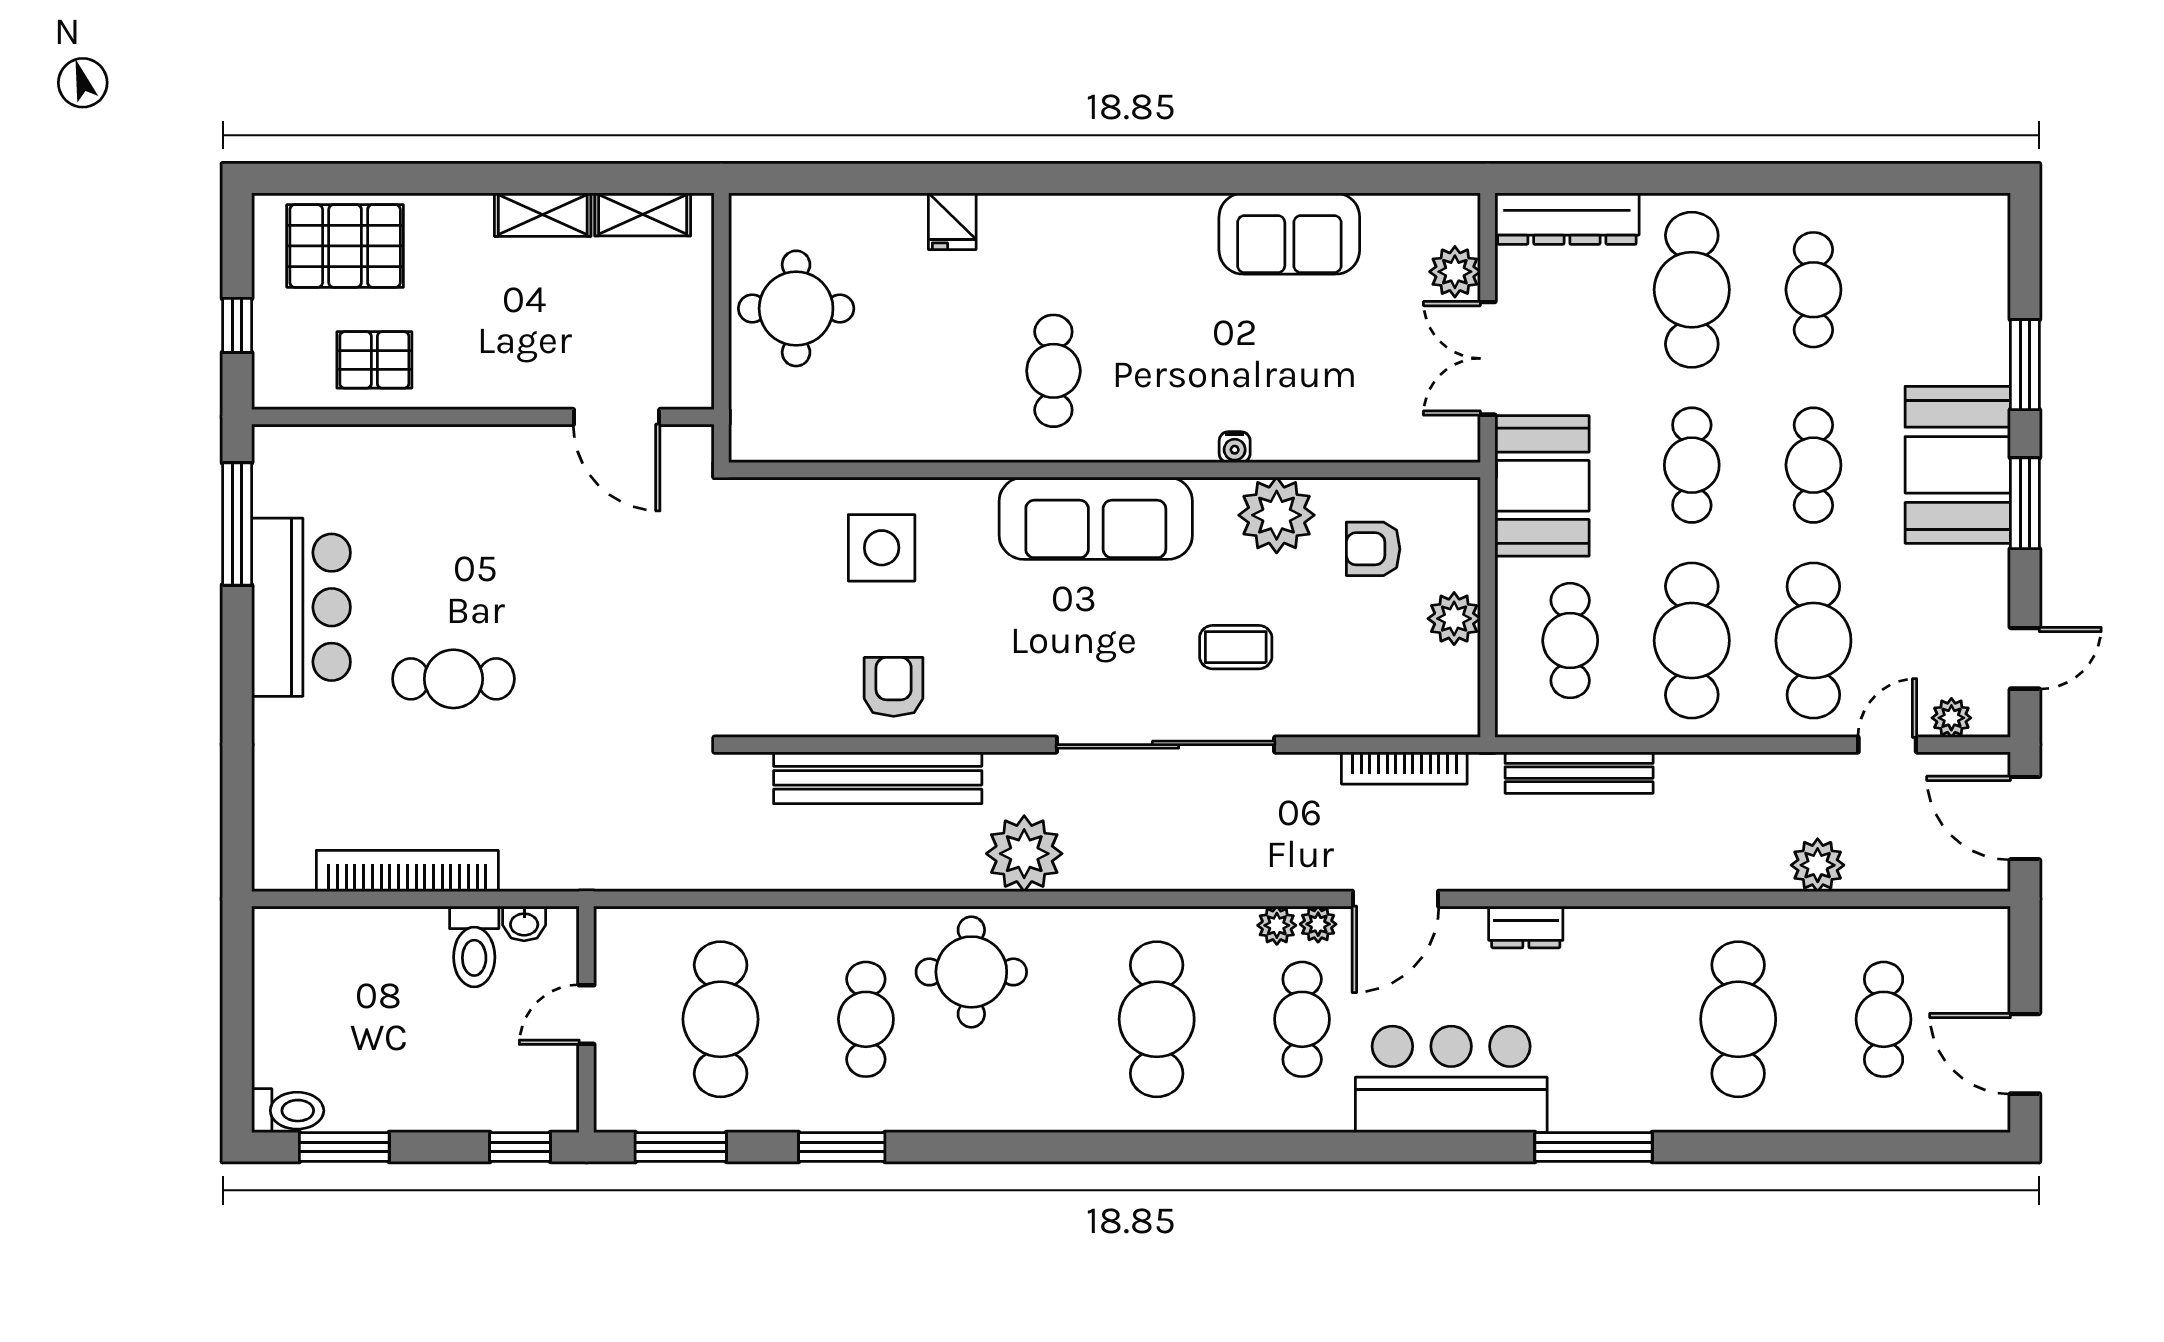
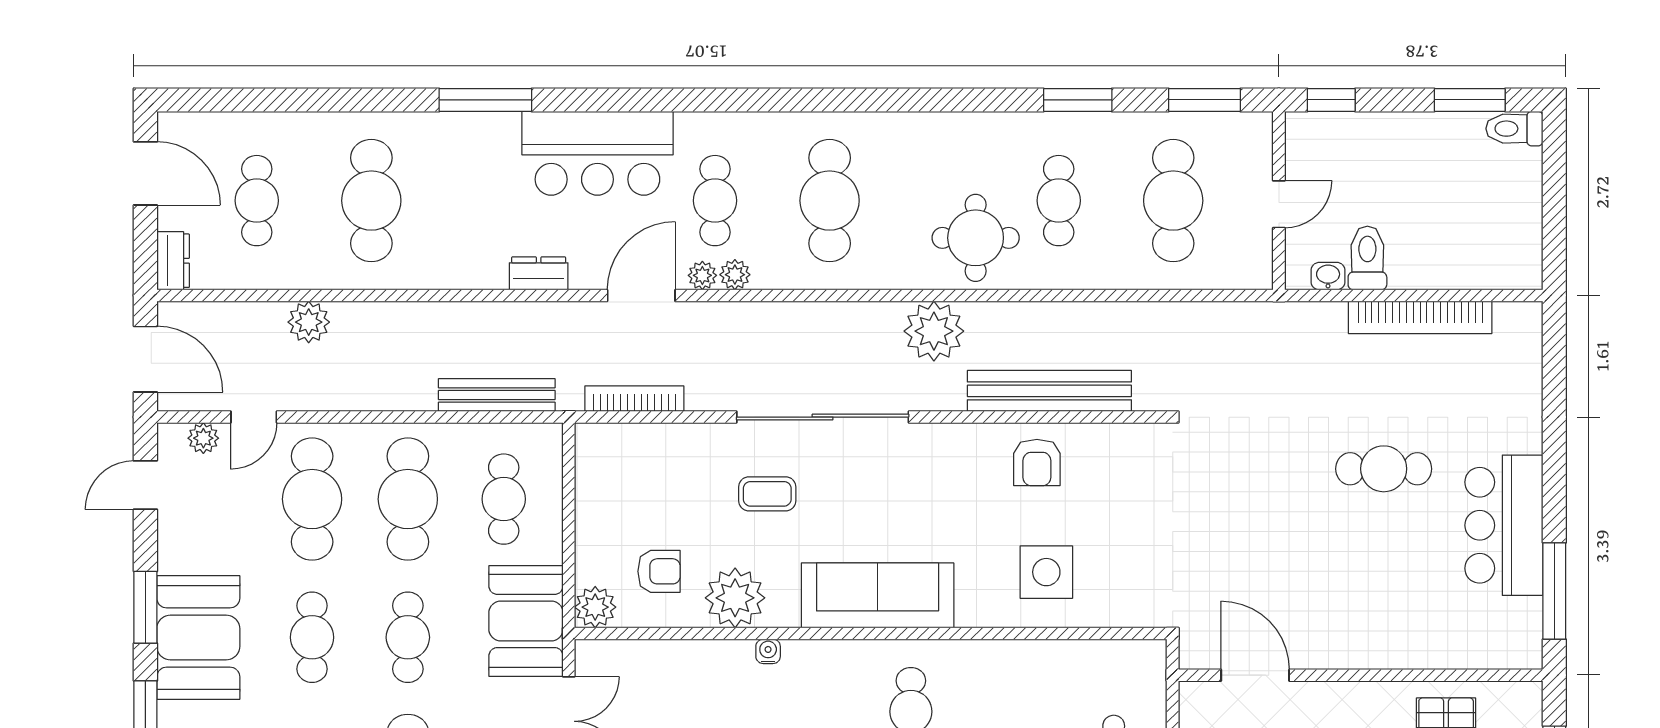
plant: (1454, 619) -> (595, 607), moved
dresser: (1990, 943) -> (173, 261), added

